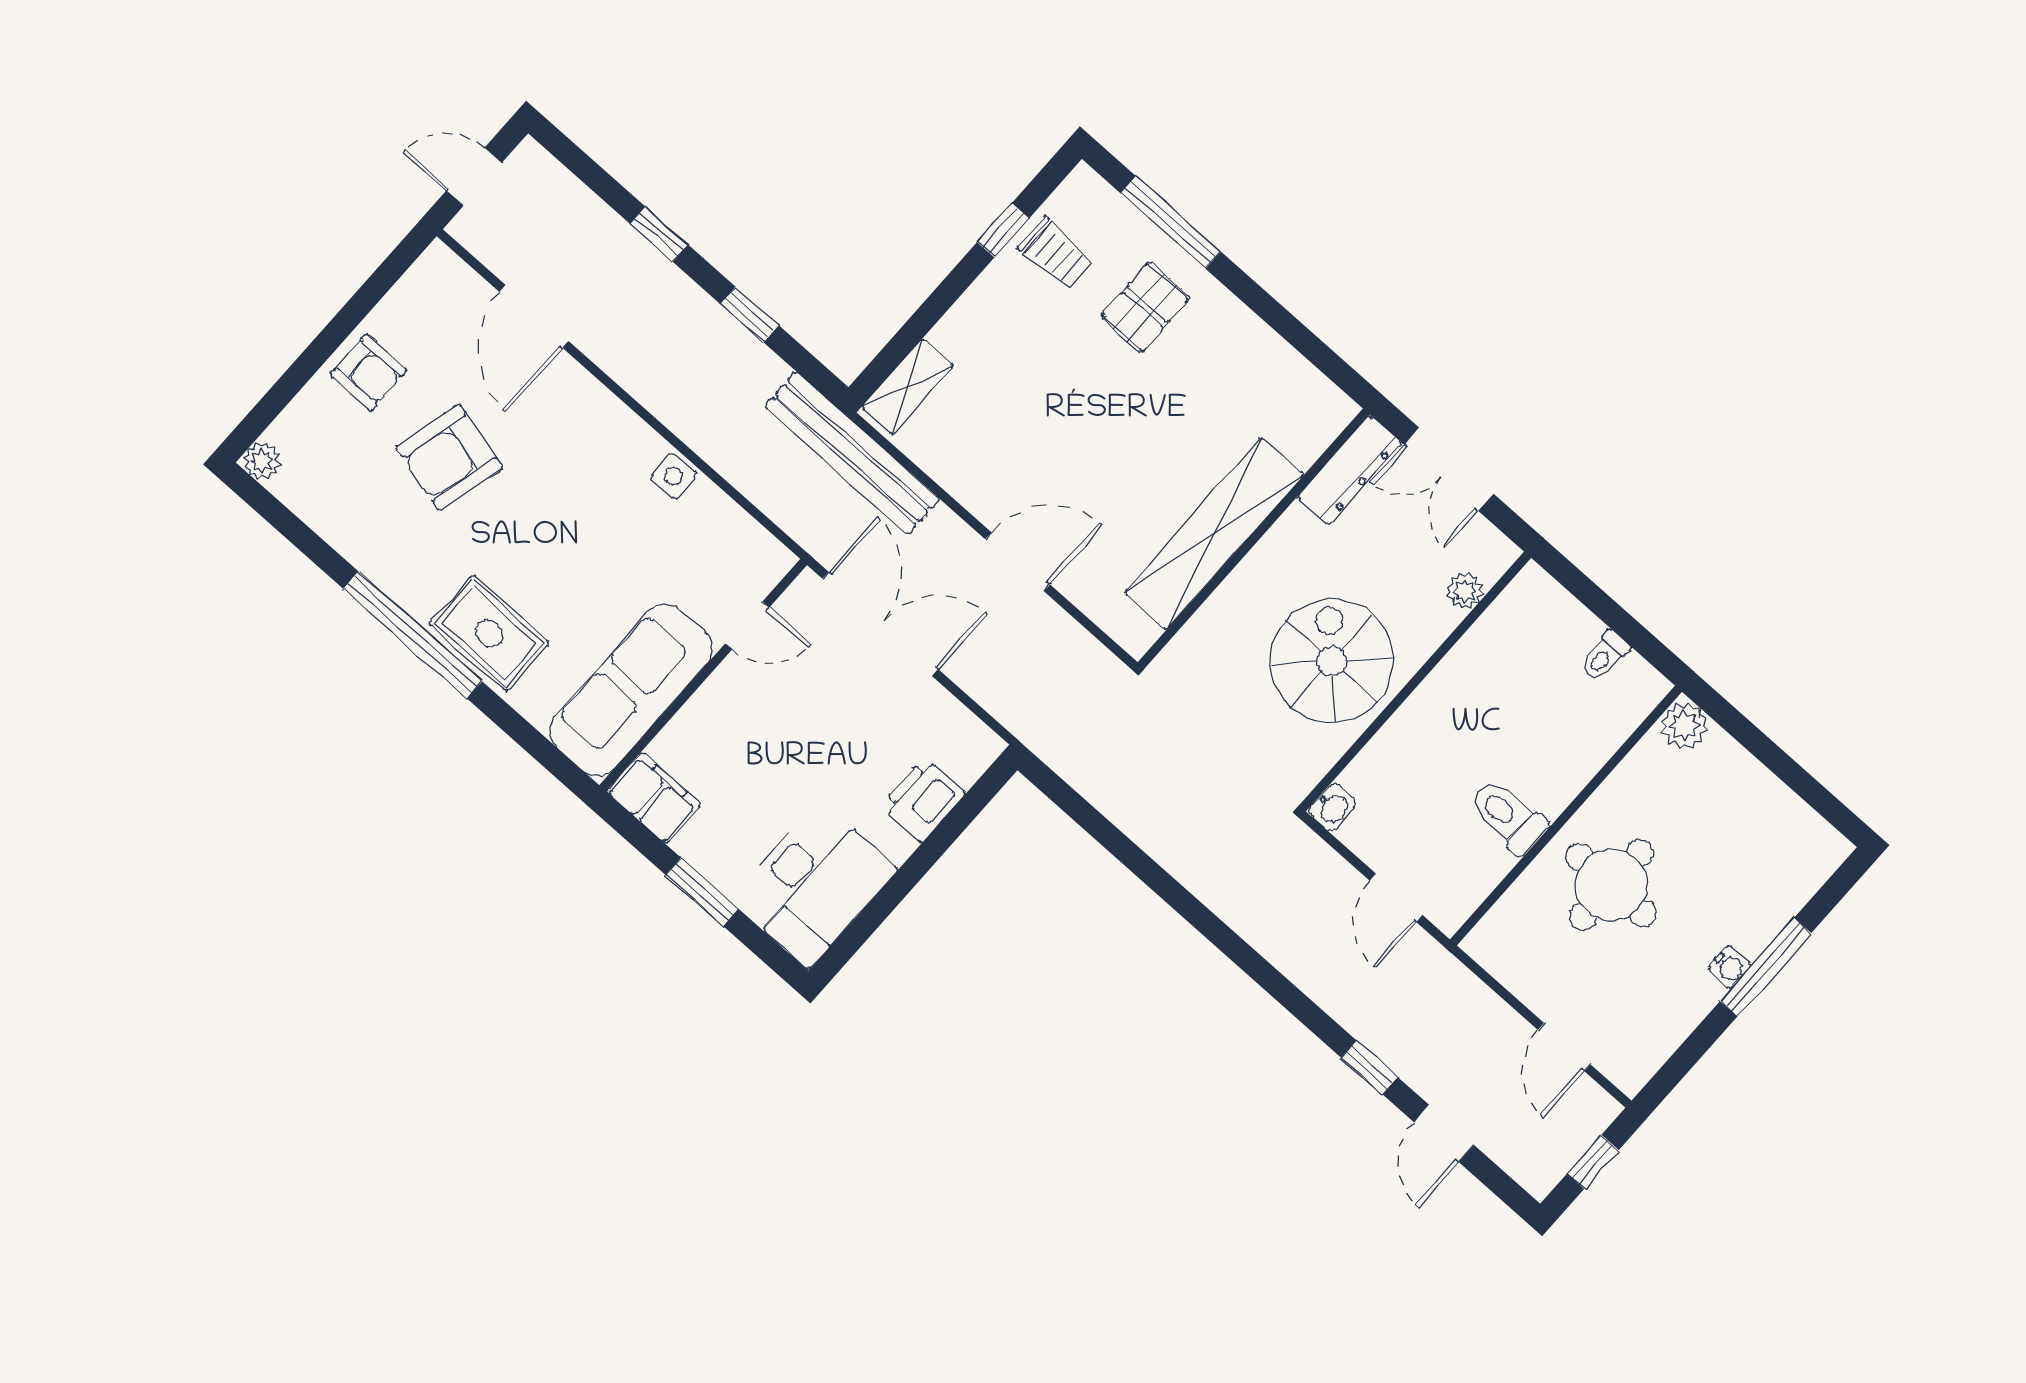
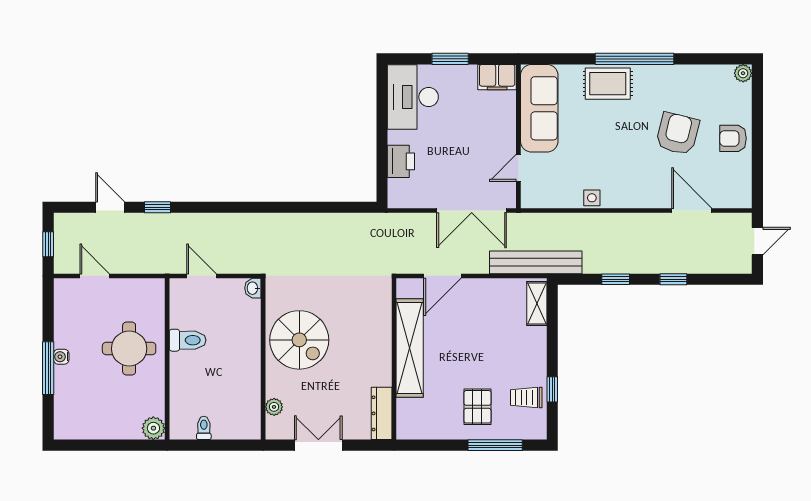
dresser: (1349, 470) -> (382, 413), moved
shelving: (1214, 534) -> (410, 348), moved
wall: (1254, 538) -> (394, 359), moved

